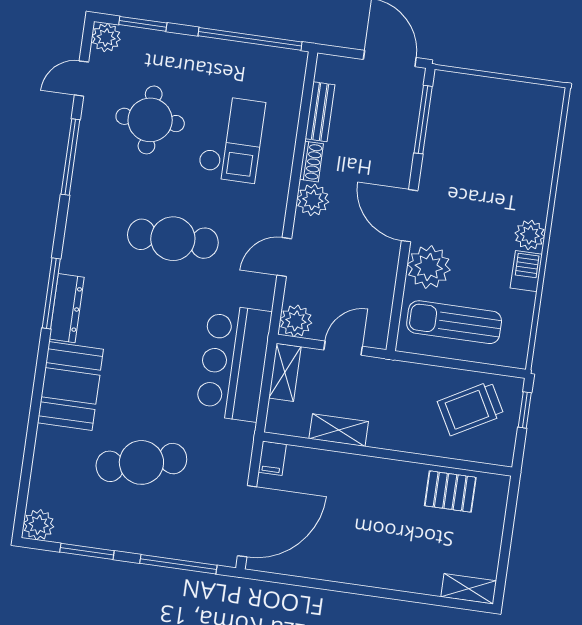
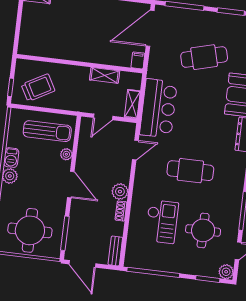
bench: (320, 112) -> (115, 251), moved
round table: (492, 127) -> (30, 230), added
checkout: (232, 139) -> (162, 222), turned 180
door: (284, 257) -> (135, 150), moved
plant: (429, 267) -> (66, 154), width x0.53, depth x0.53
plant: (296, 321) -> (127, 130), removed
pallet: (450, 492) -> (48, 45), removed

